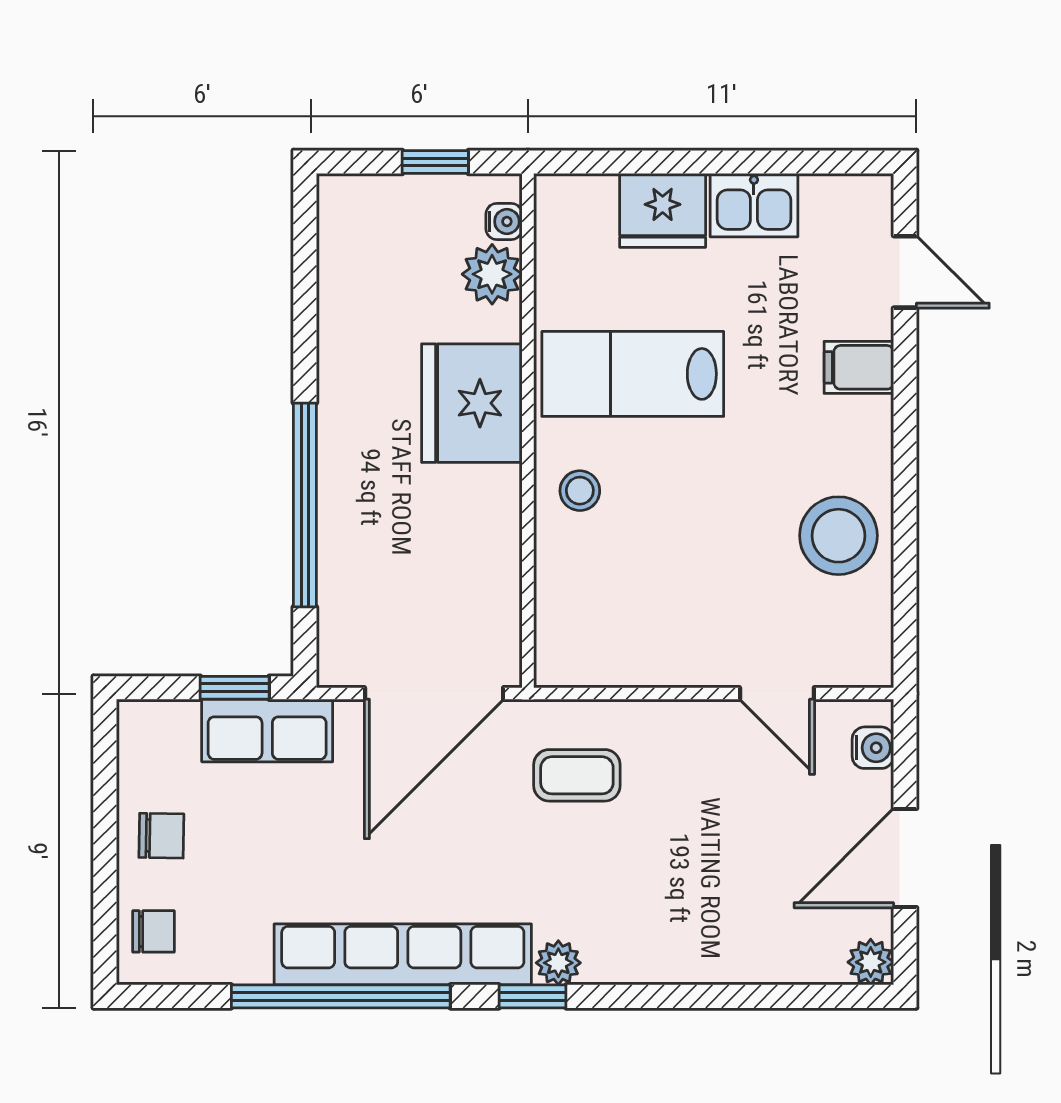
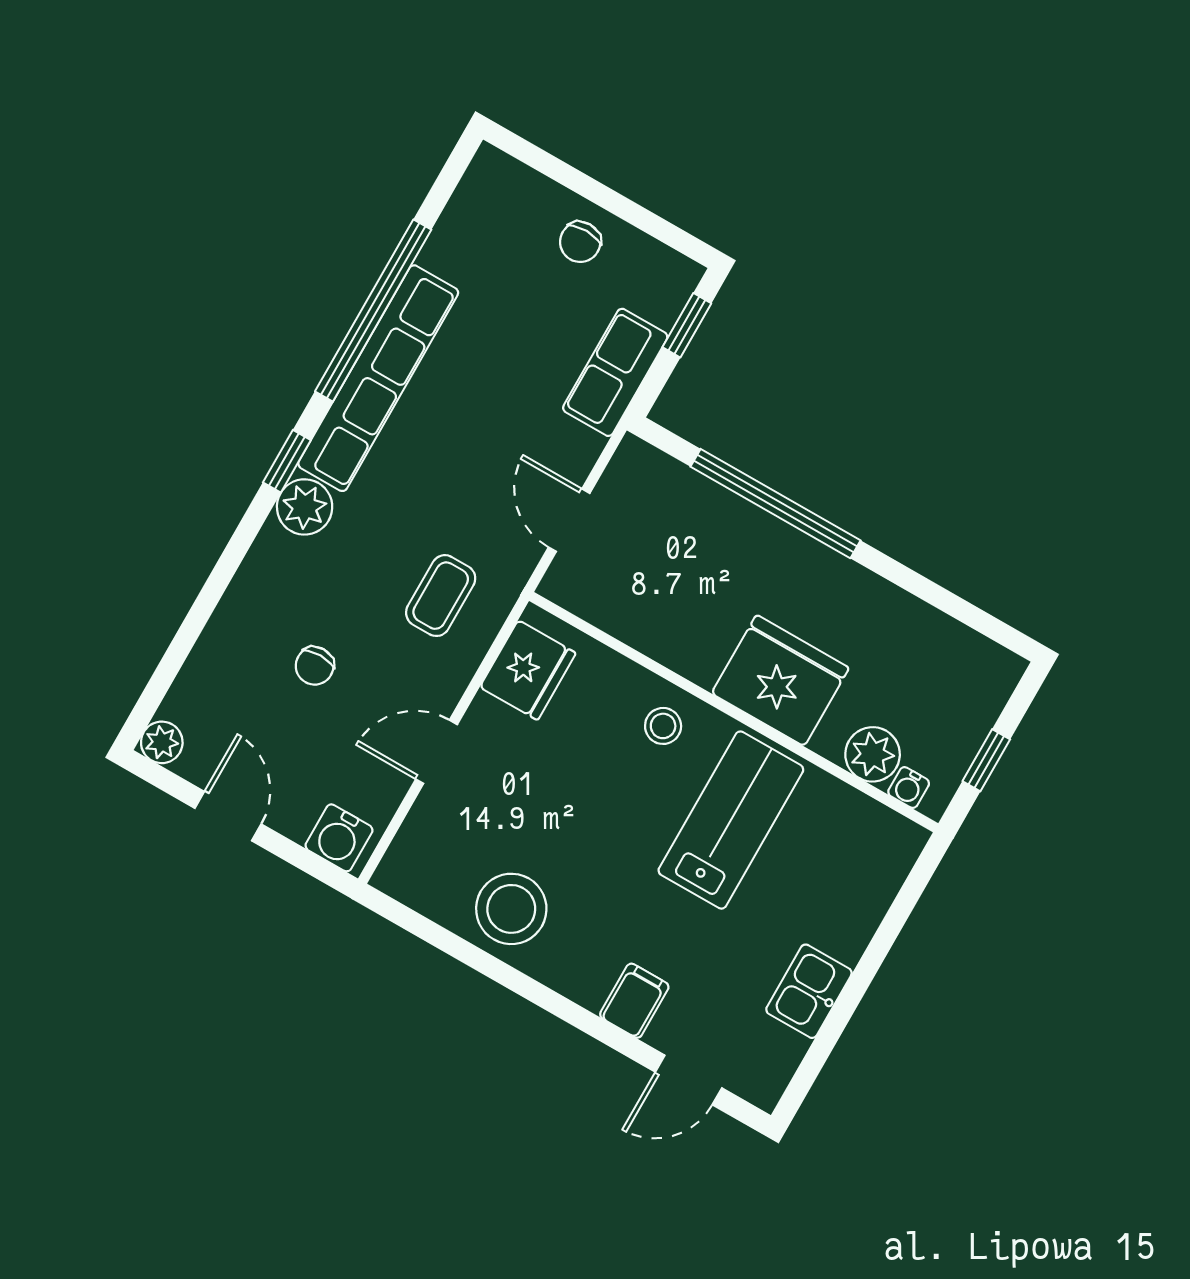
fridge: (663, 210) -> (528, 670), moved, turned 180
window: (235, 688) -> (687, 325), moved
door: (434, 694) -> (569, 520), width x0.53
door: (777, 694) -> (437, 752), moved
water cooler: (873, 748) -> (339, 838), width x1.38, depth x1.38
door: (905, 858) -> (228, 816), width x0.73
chair: (154, 931) -> (315, 666), moved
plant: (558, 963) -> (305, 507), width x1.38, depth x1.38

